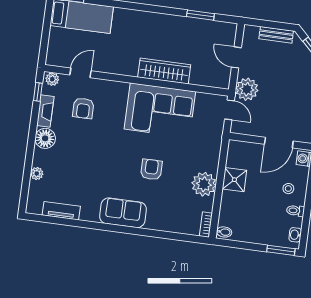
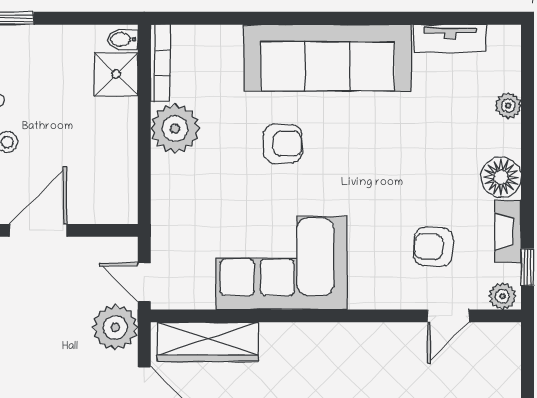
wardrobe: (164, 71) -> (208, 342), moved
armchair: (83, 108) -> (433, 247), turned -86
armchair: (151, 170) -> (283, 144), turned -90
shower: (234, 180) -> (116, 74), moved
sofa: (123, 213) -> (327, 58), width x1.85, depth x1.27
bookcase: (206, 225) -> (160, 63), width x1.56

